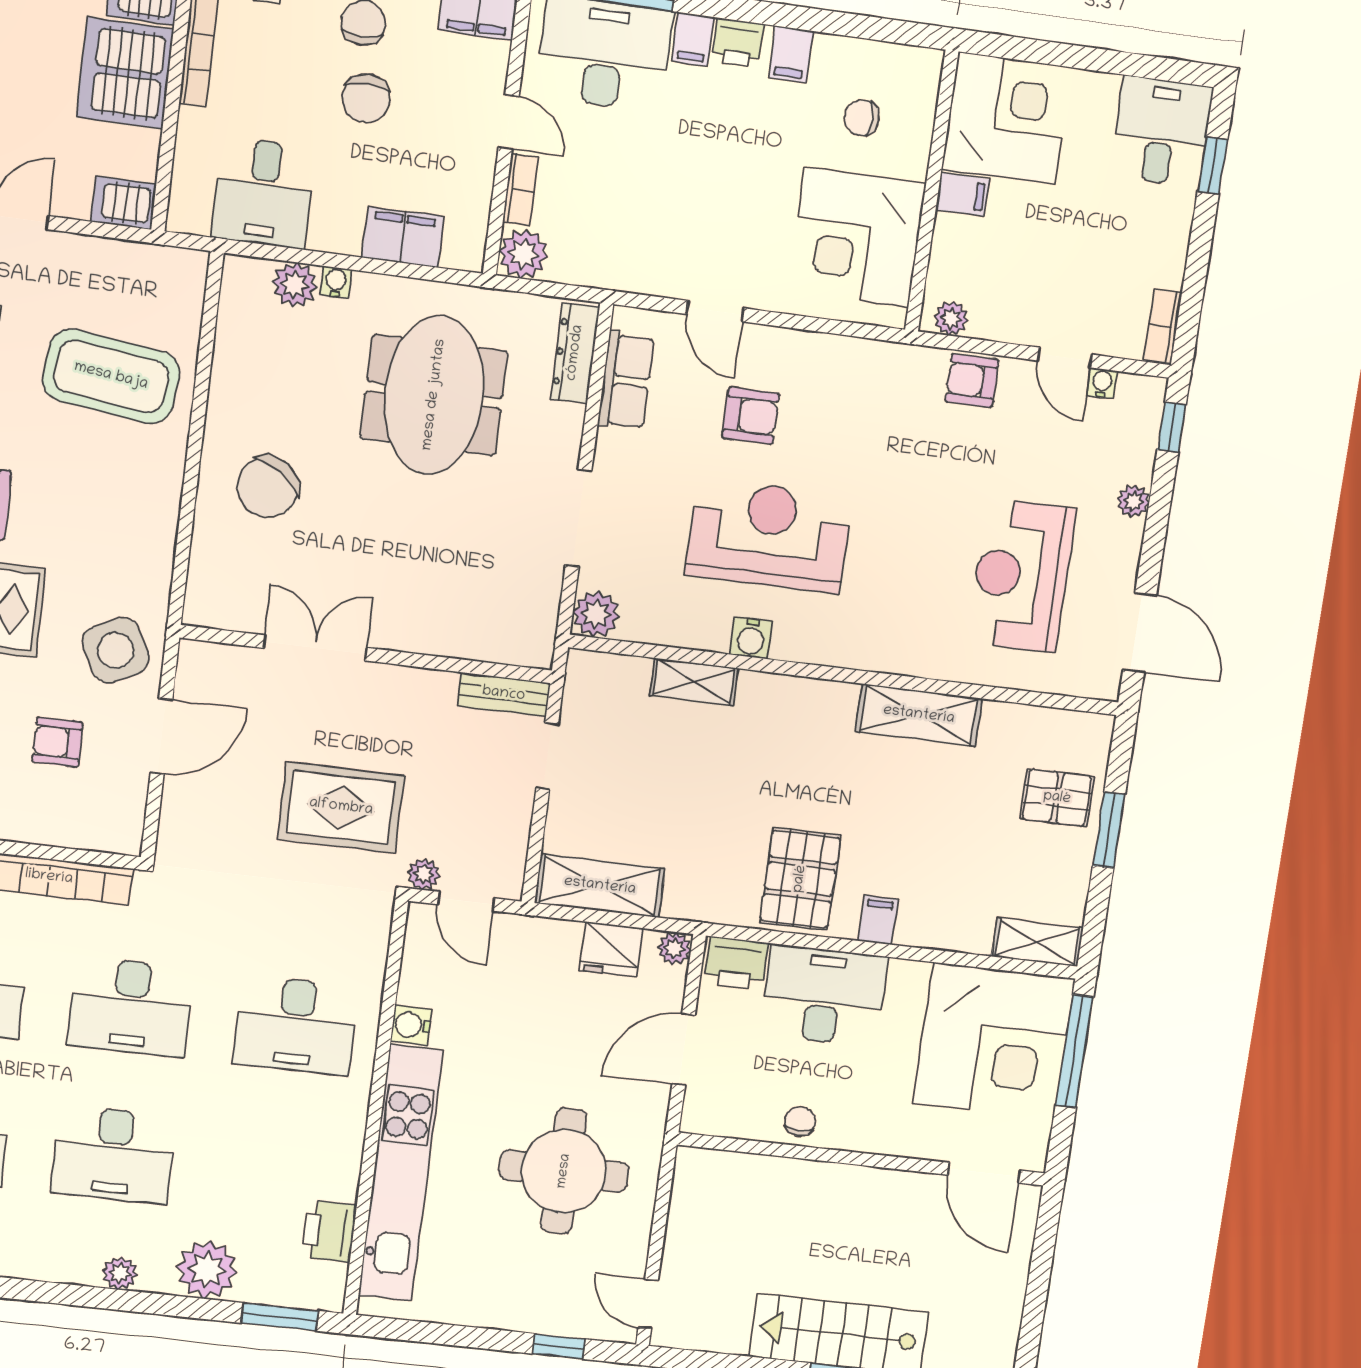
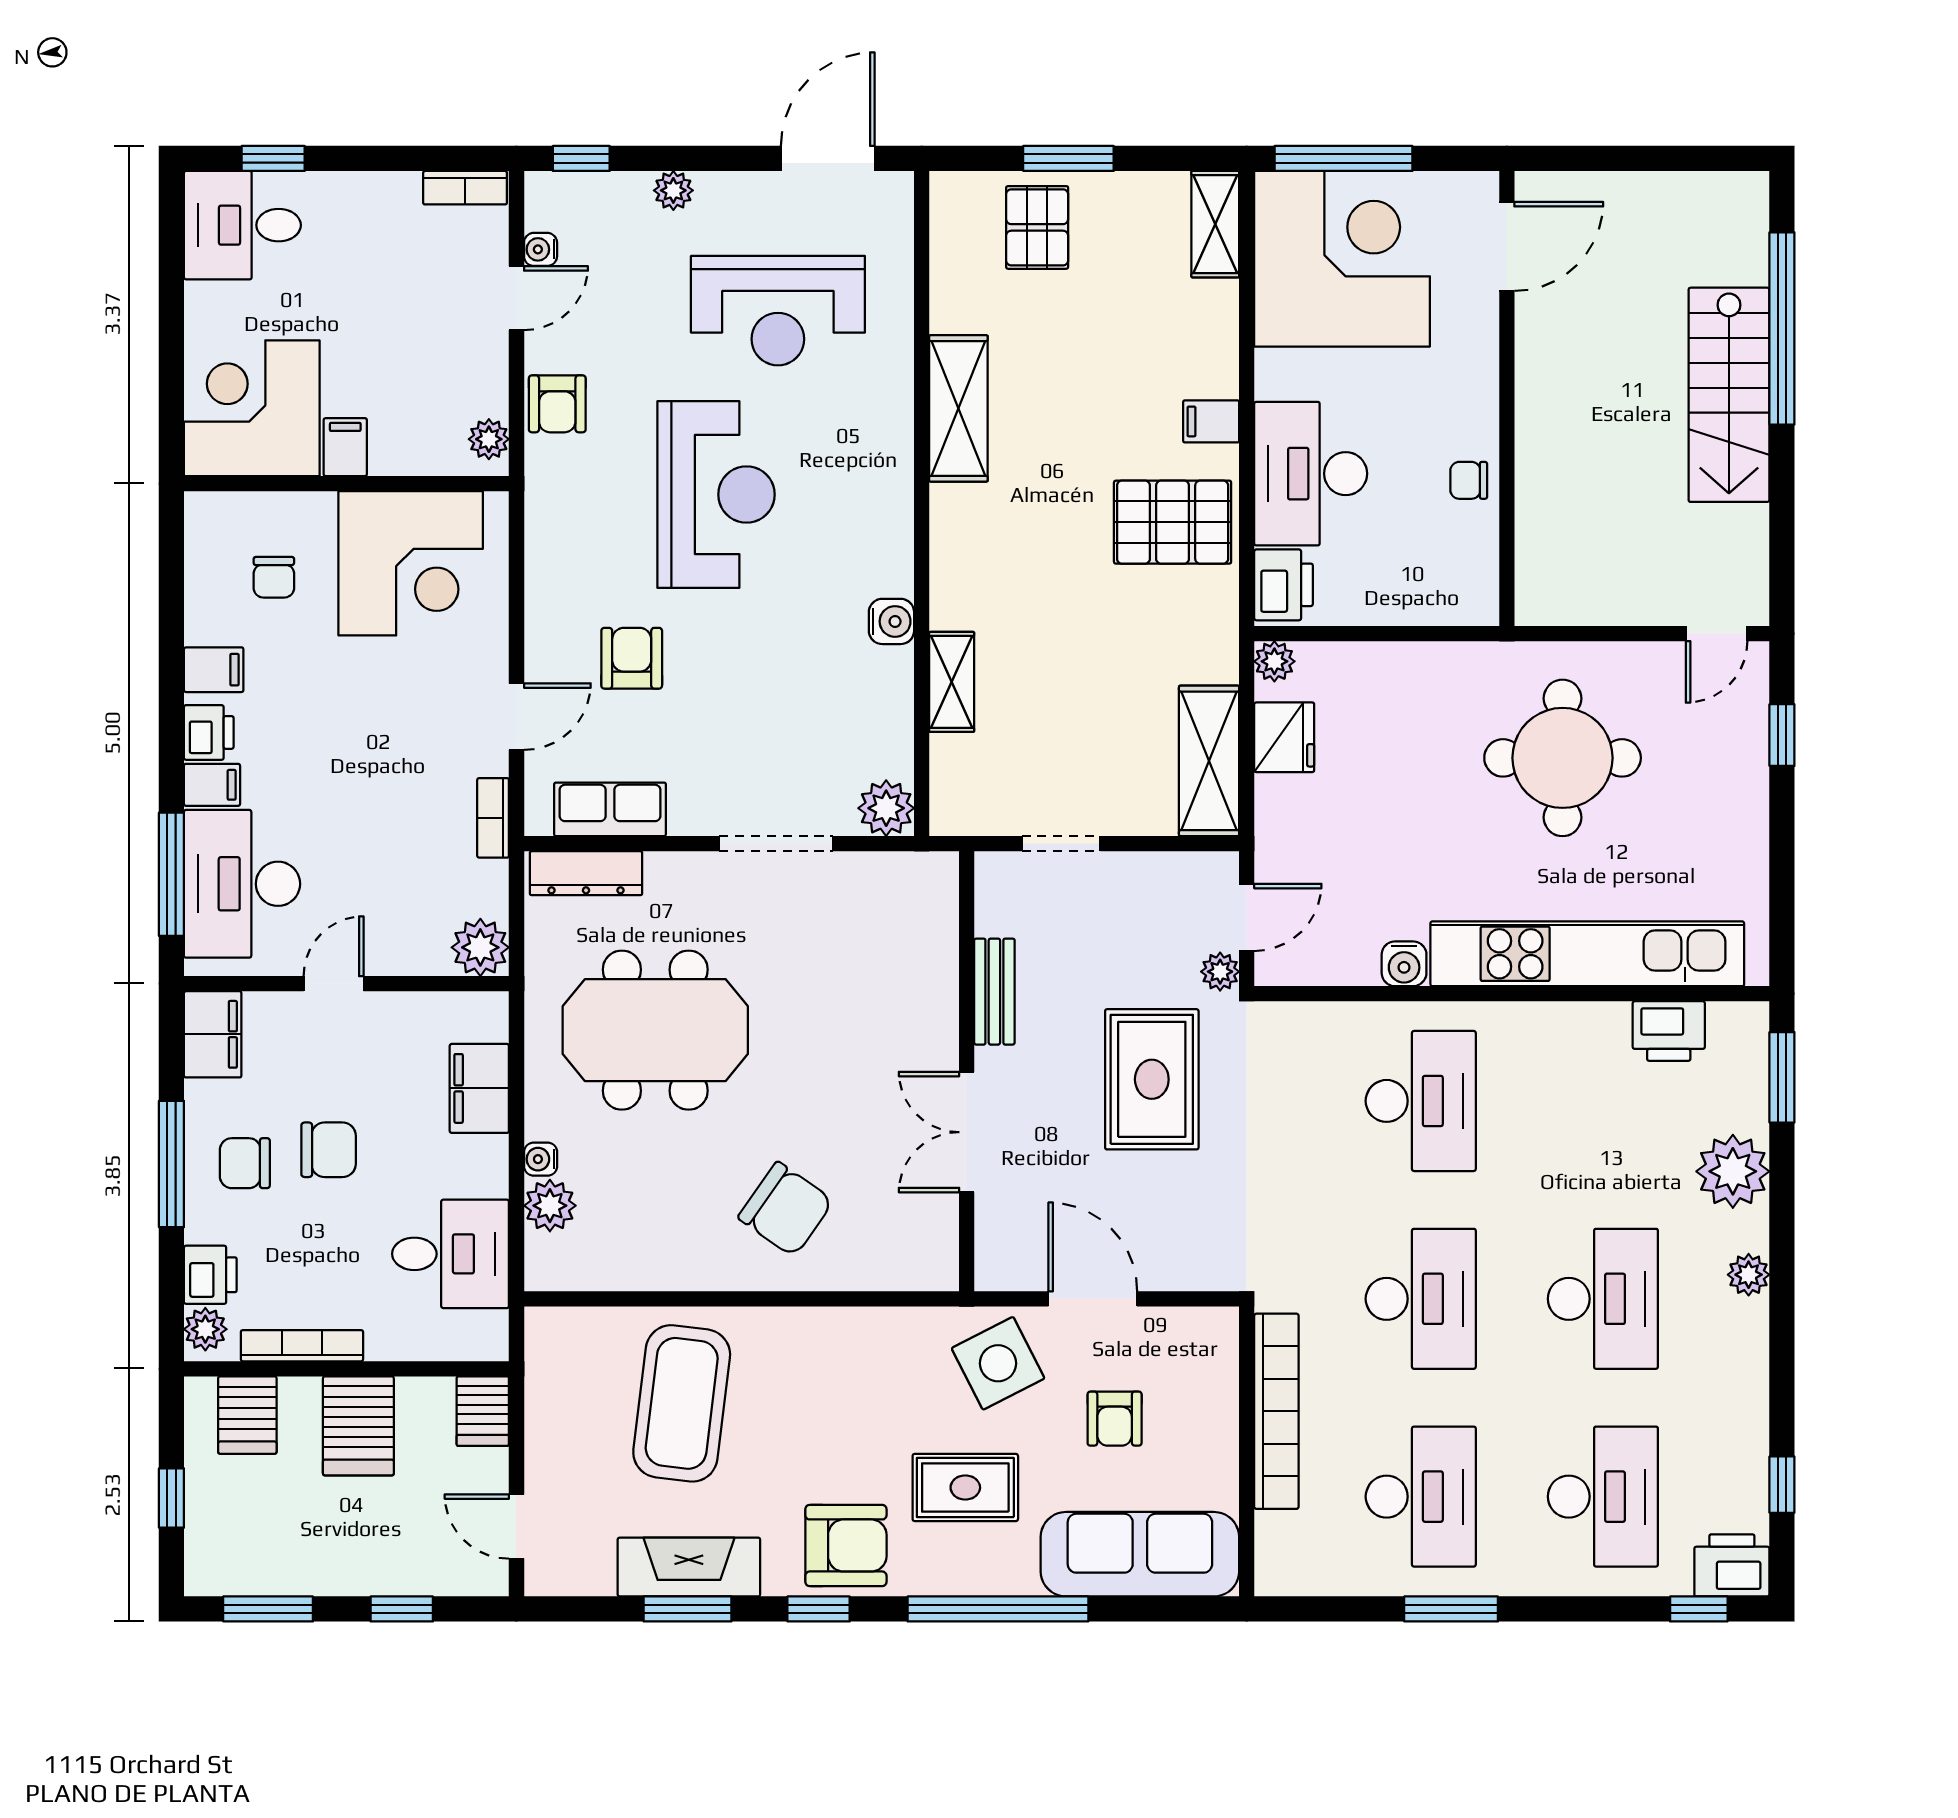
server rack: (125, 73) -> (358, 1426), width x0.63
bookcase: (520, 190) -> (493, 818), moved, turned -90
reception desk: (769, 536) -> (716, 495), moved, turned 180
bench: (504, 694) -> (994, 992), moved
door: (684, 1050) -> (1396, 634), removed

